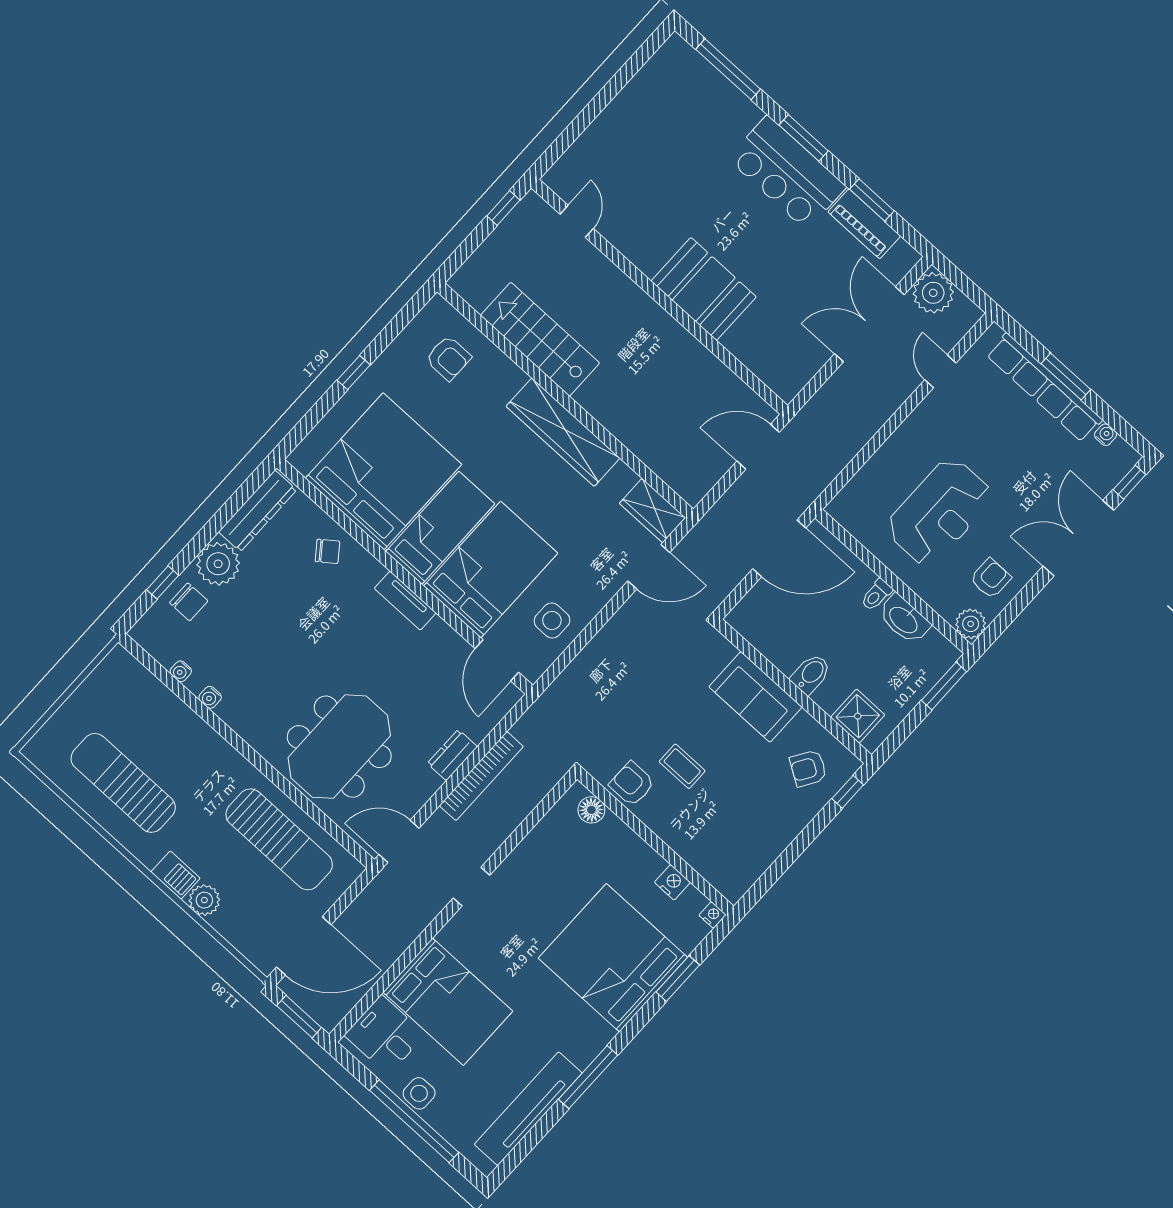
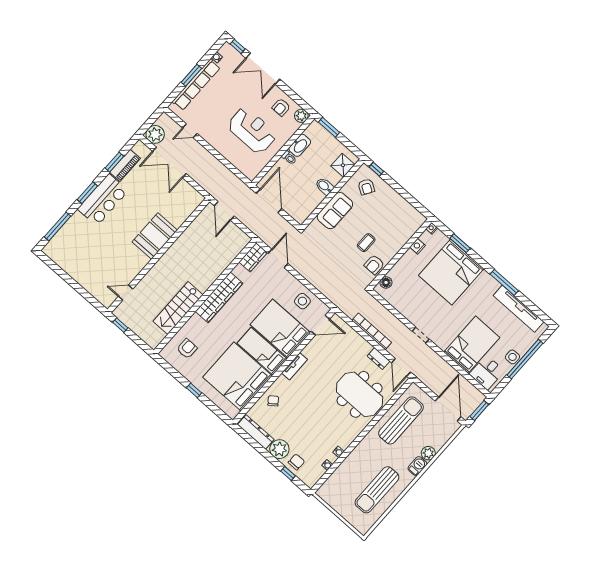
armchair: (991, 578) -> (281, 107), turned -90
dresser: (452, 755) -> (379, 359), moved

